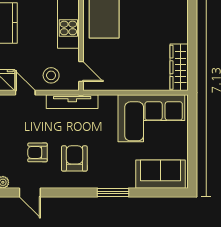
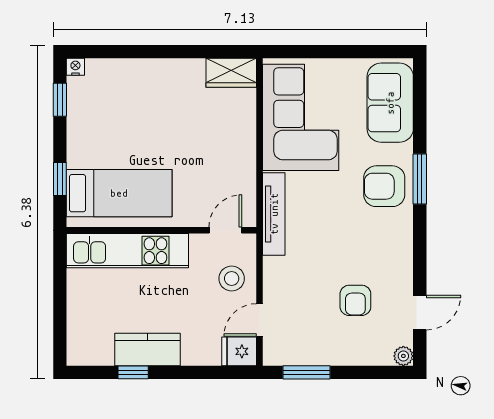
wardrobe: (179, 67) -> (231, 73), width x0.67
tv unit: (72, 102) -> (274, 214), moved
armchair: (74, 158) -> (384, 186), moved

